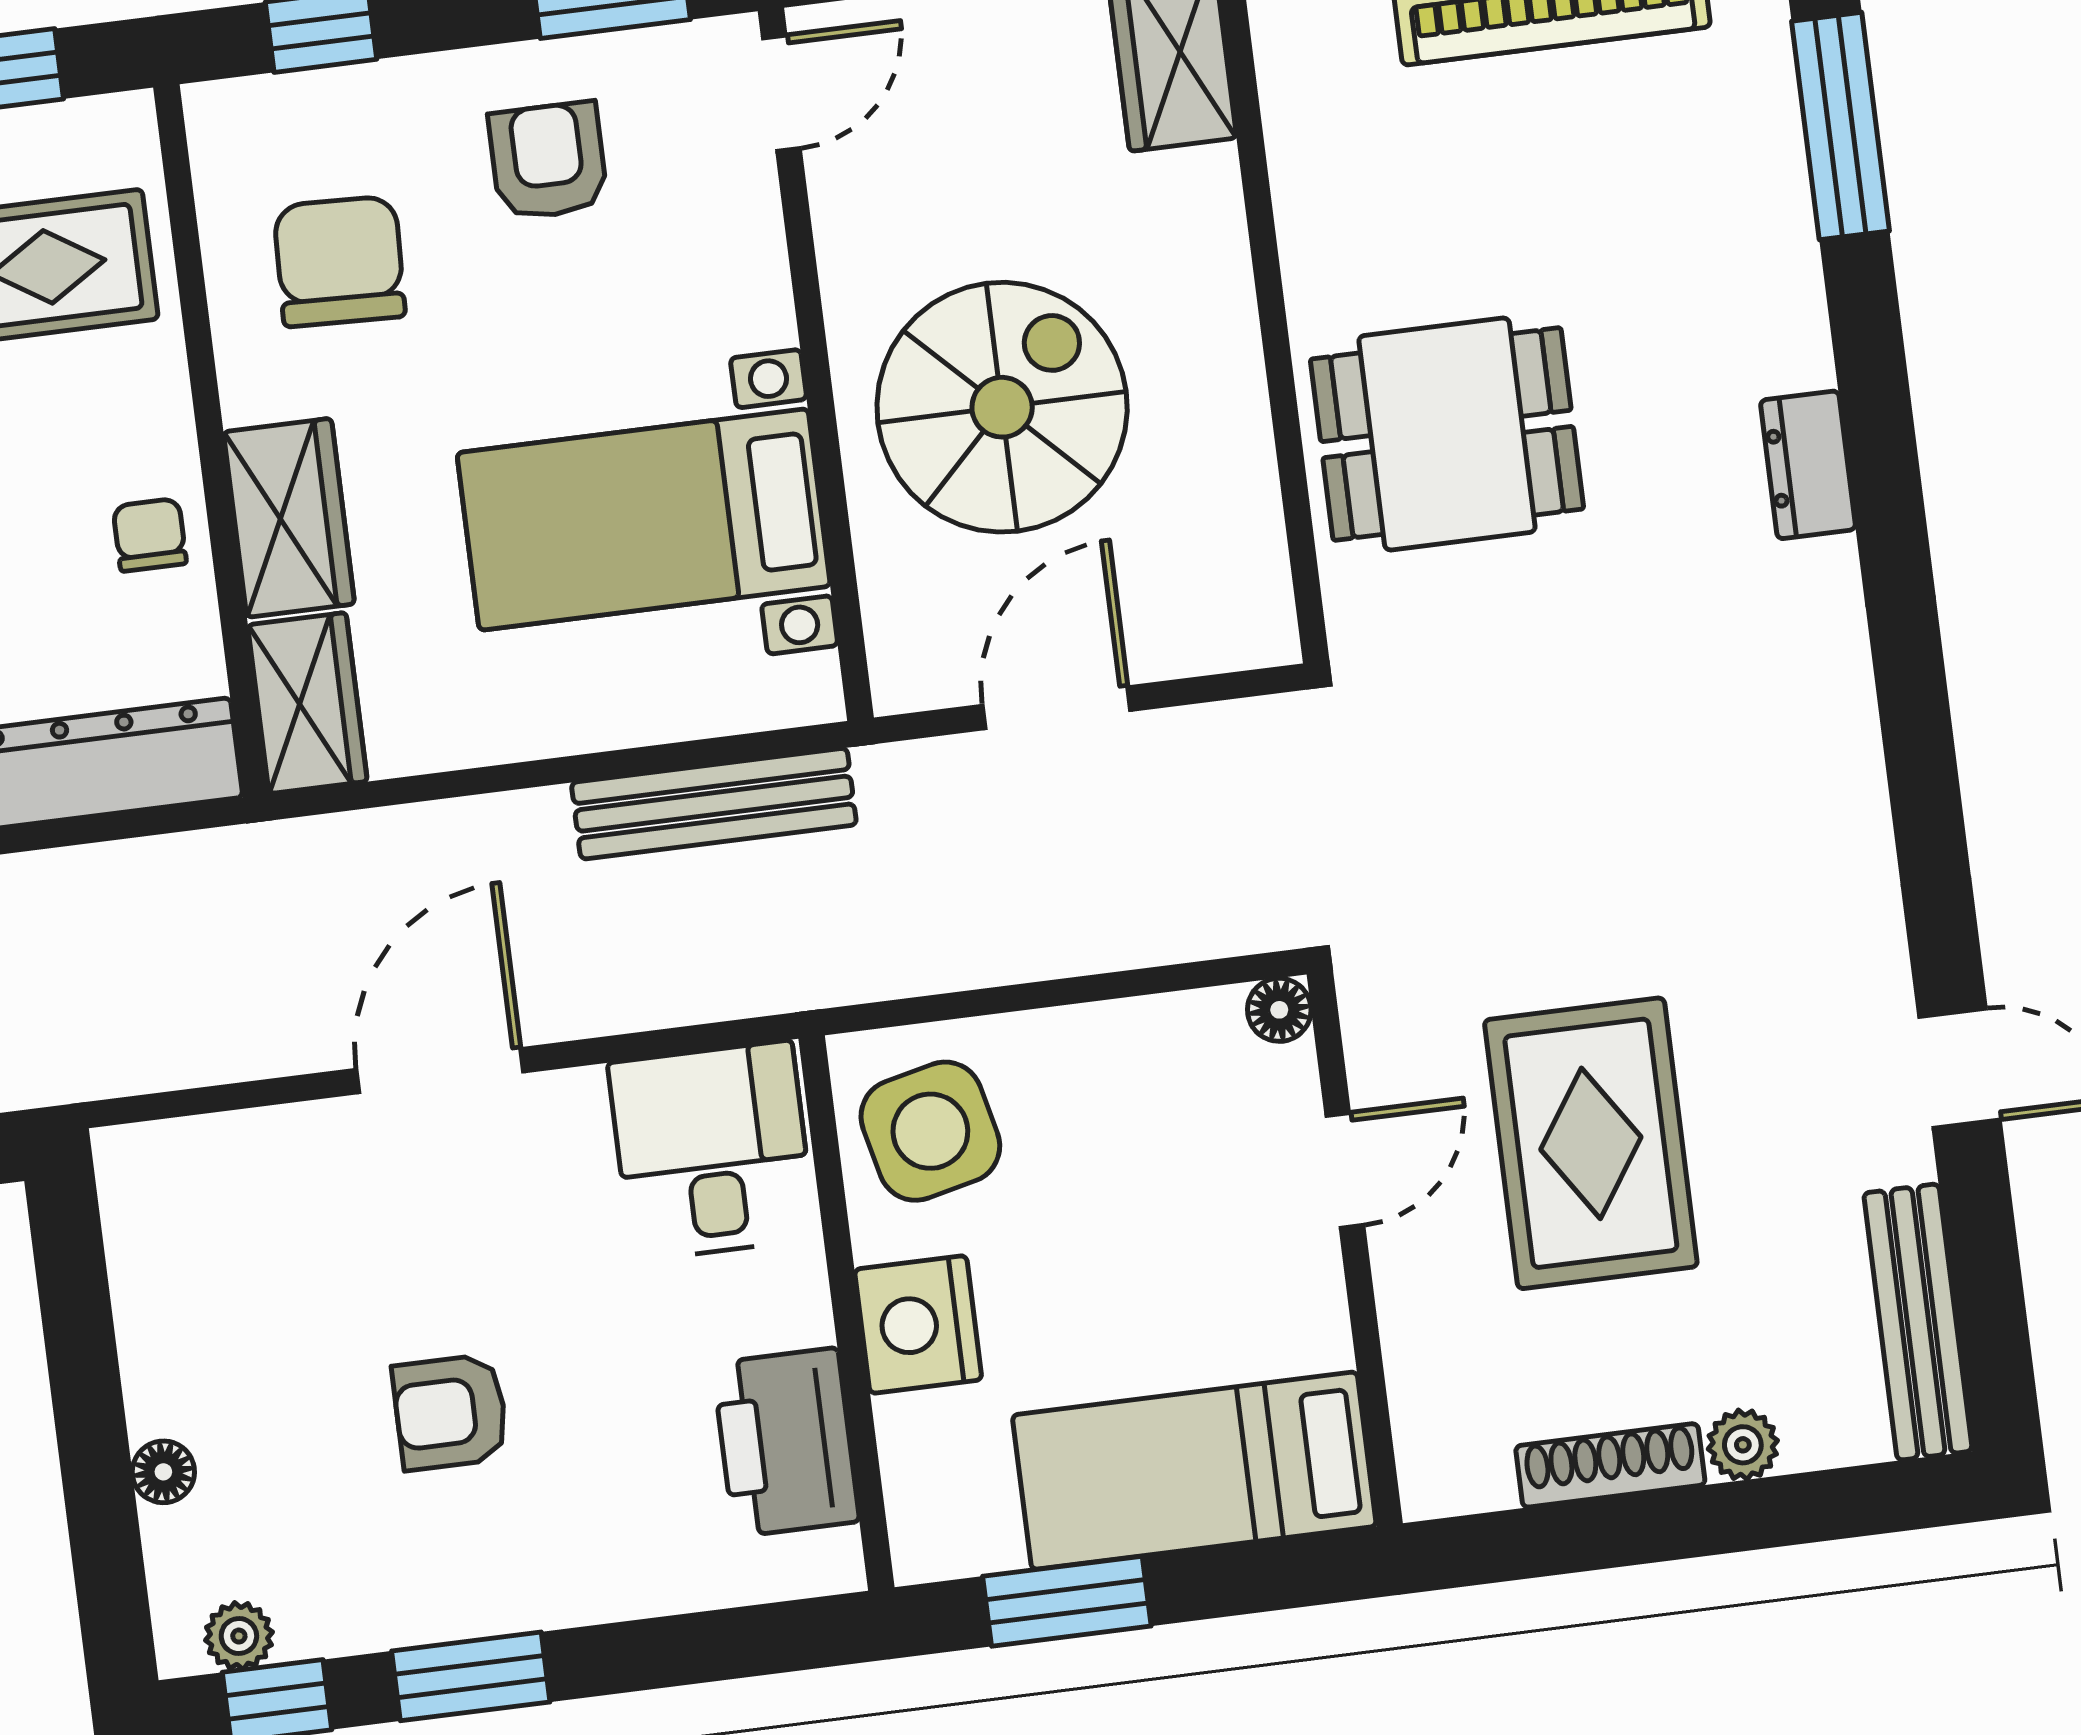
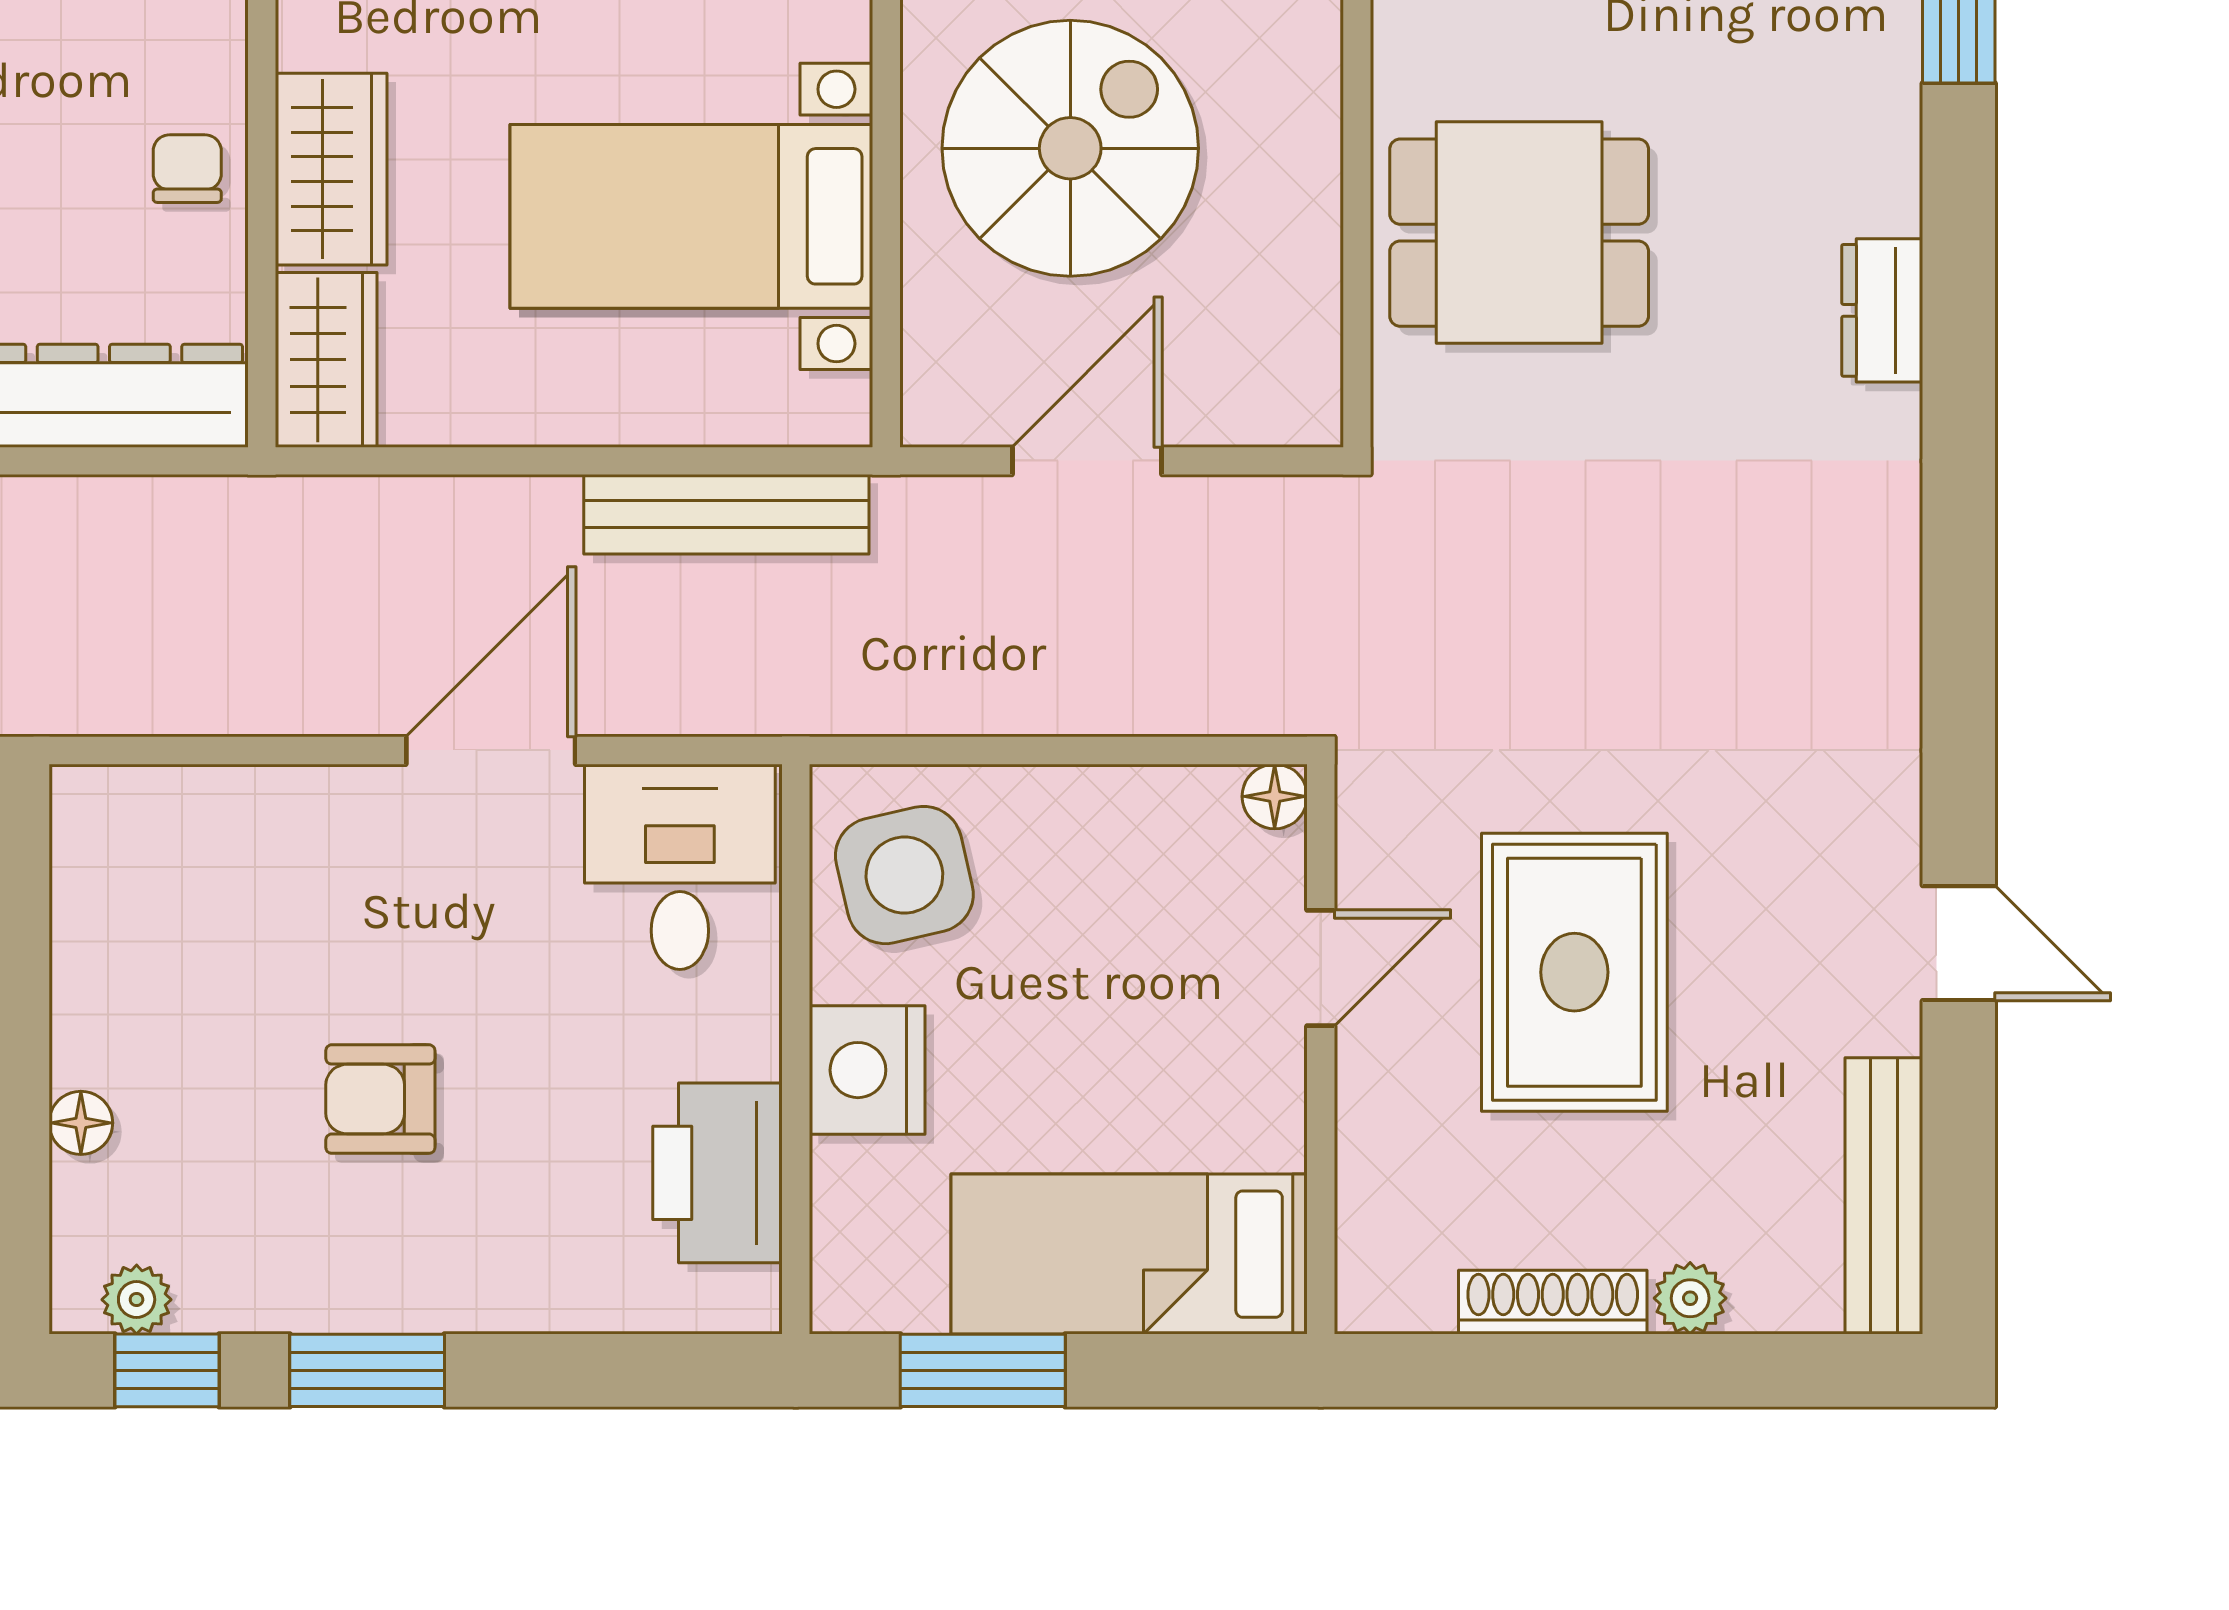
door: (440, 1071) -> (491, 750), moved

